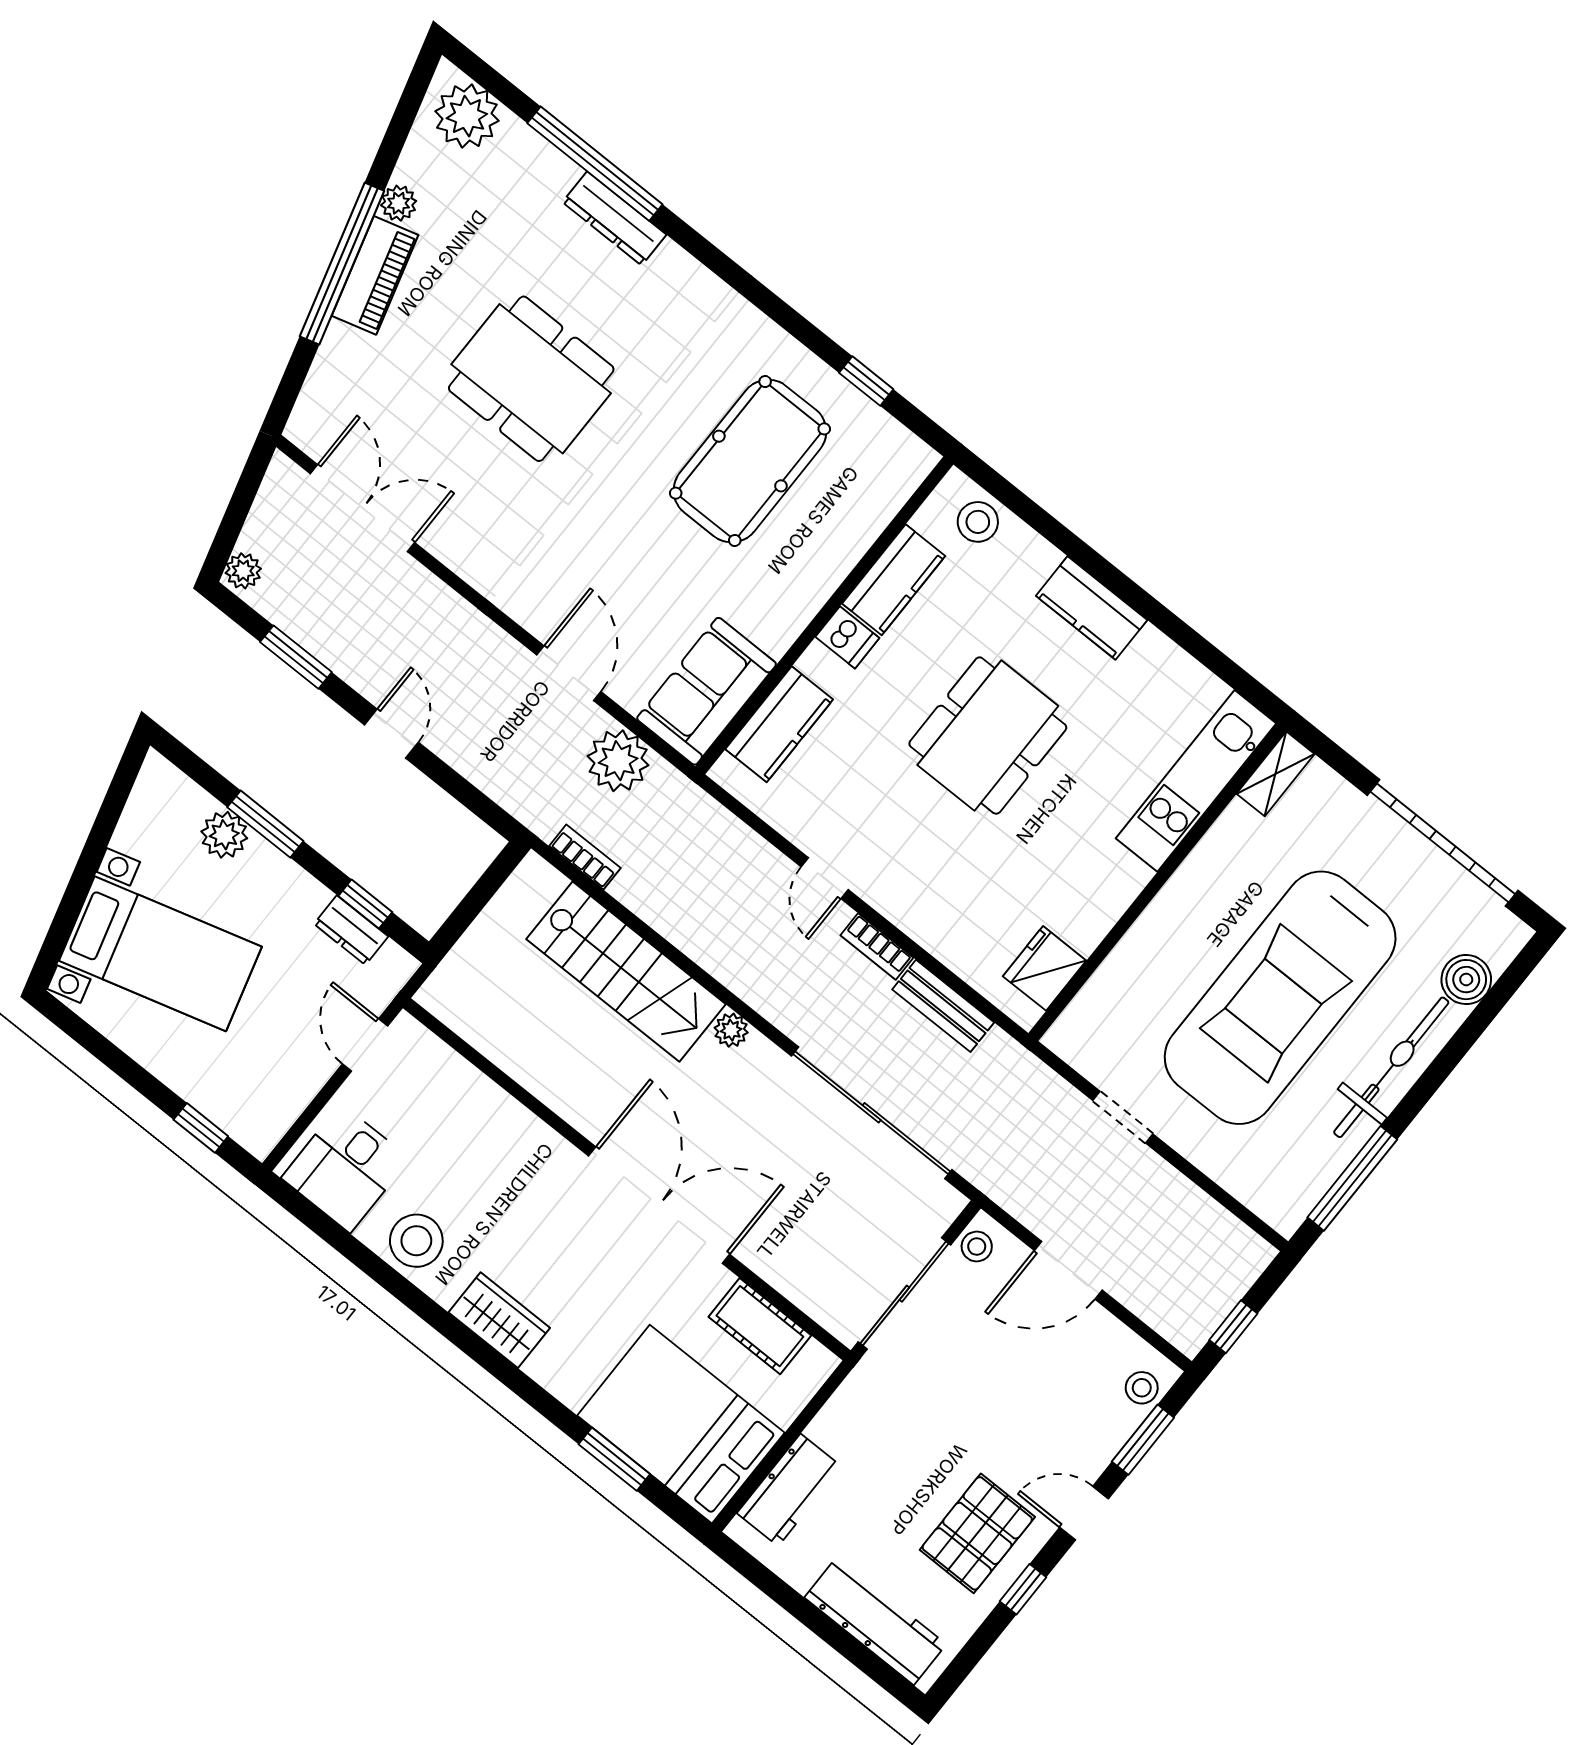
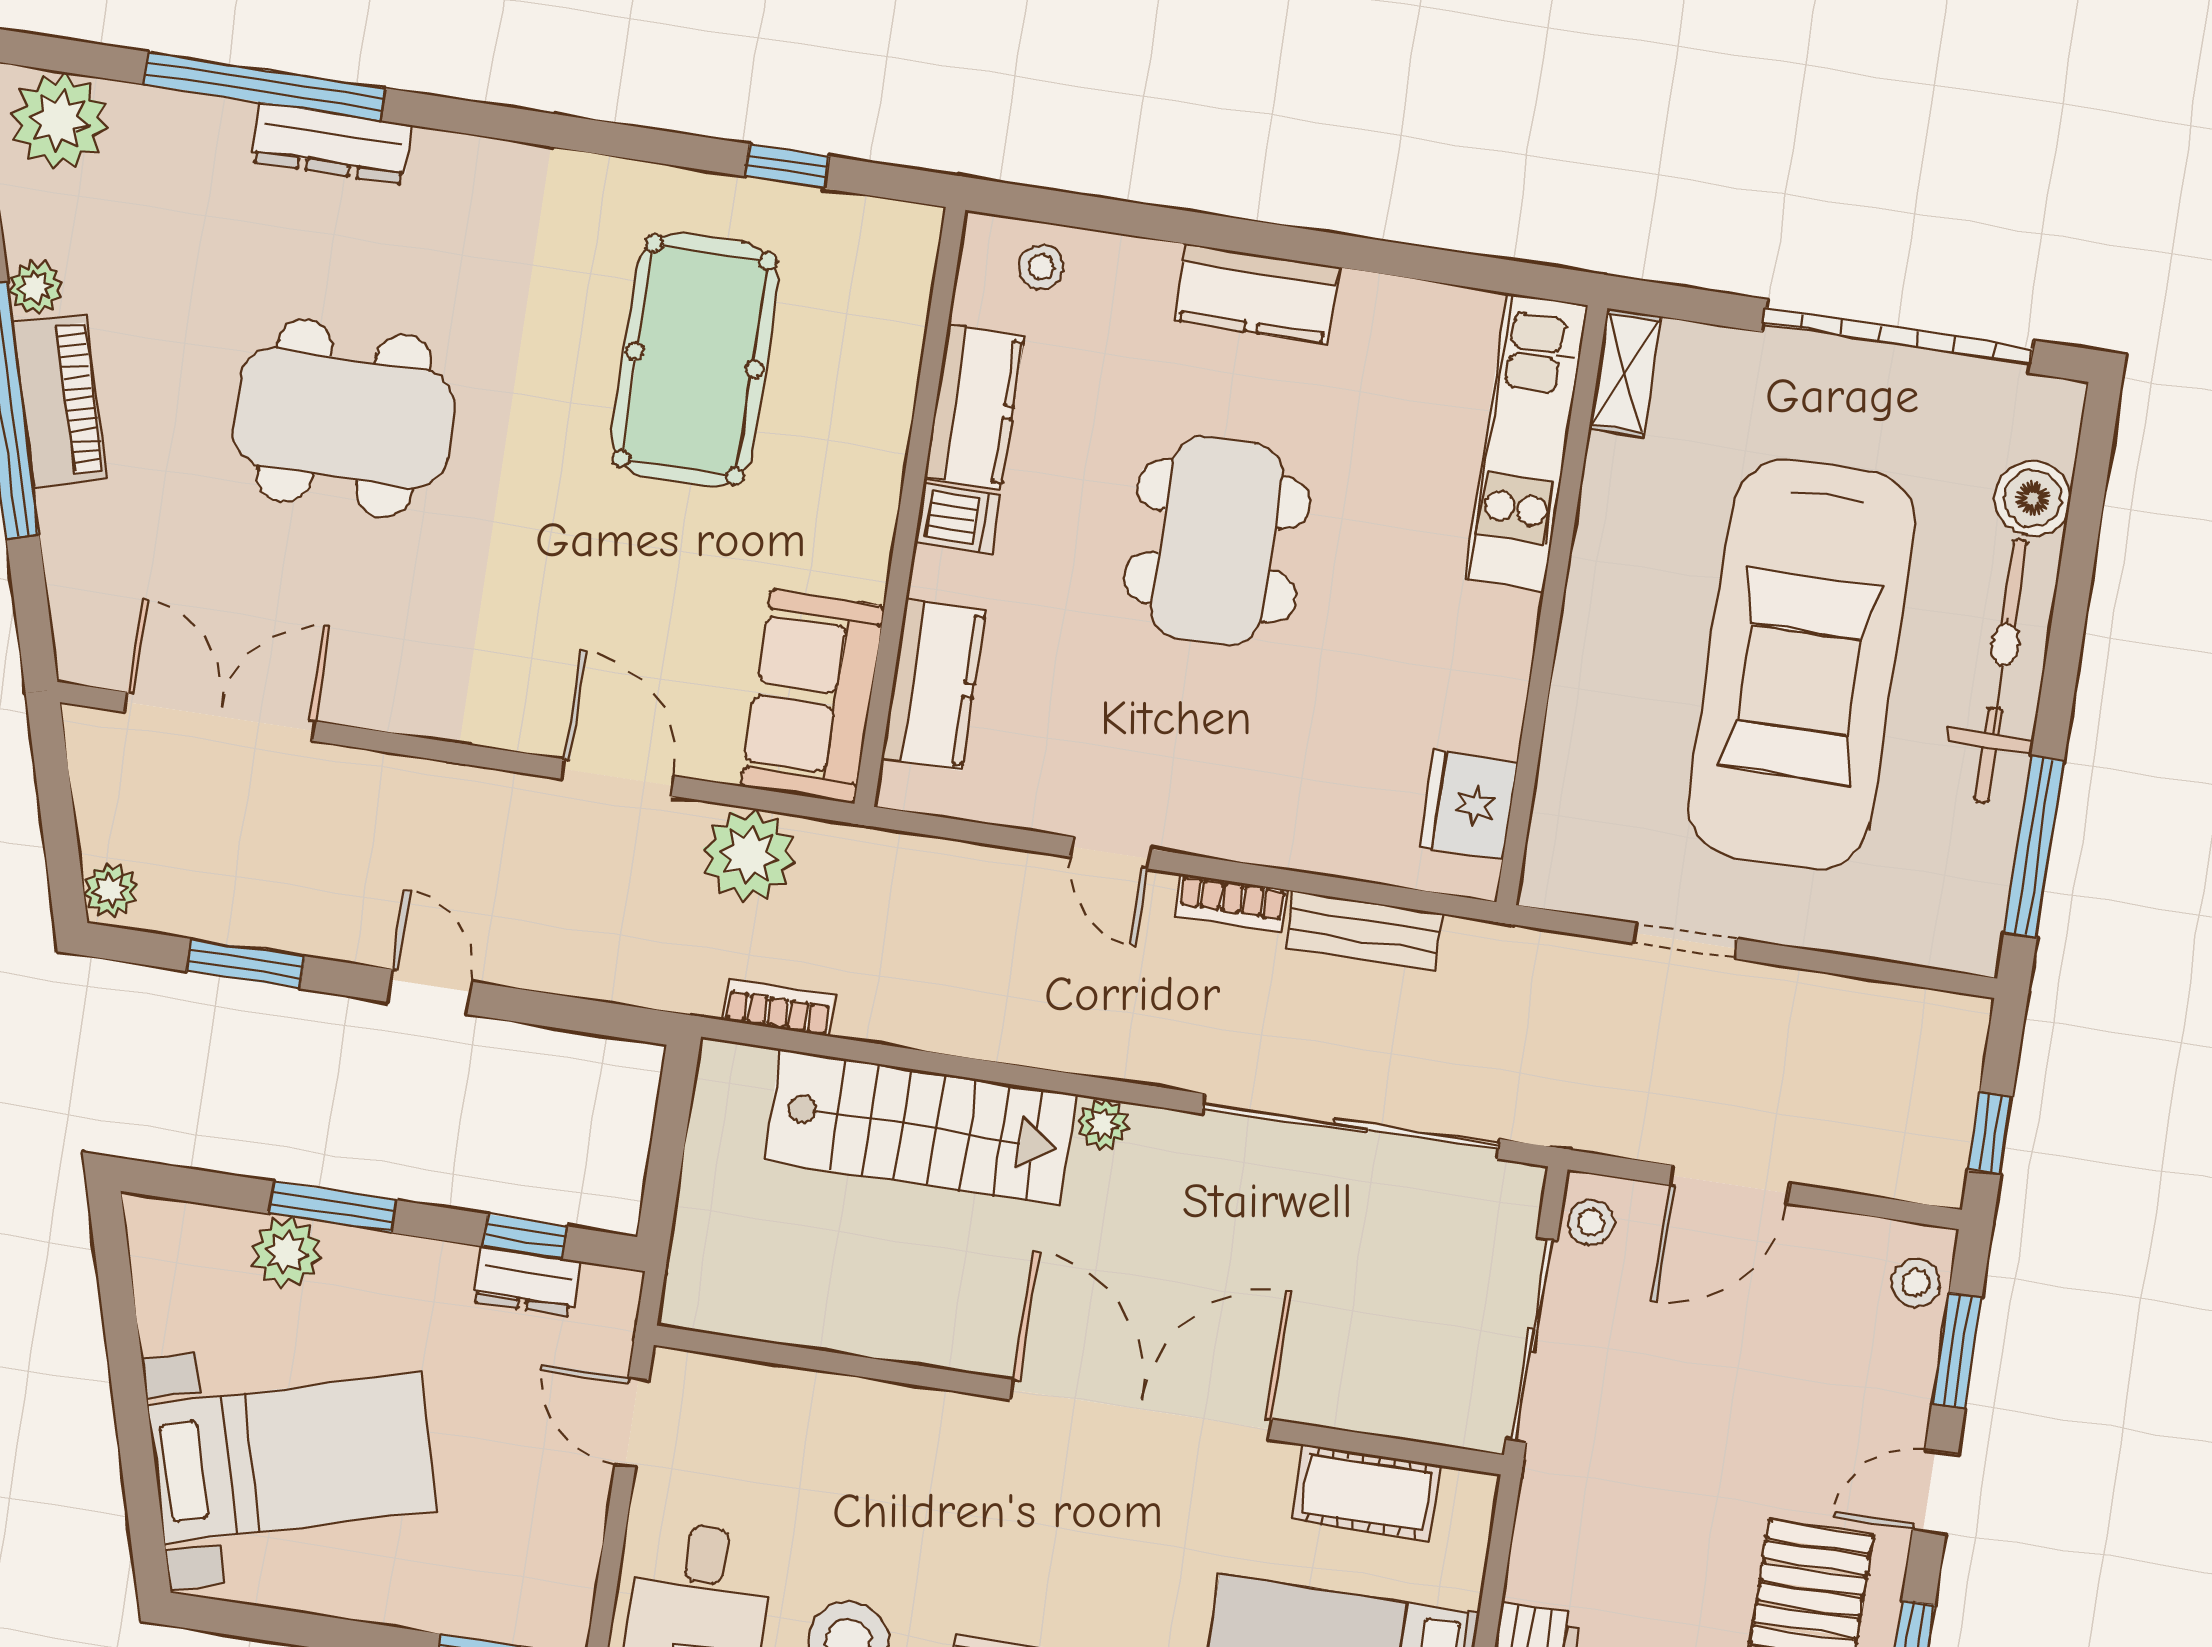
stool: (978, 522) -> (1041, 267), width x0.73, depth x0.73

